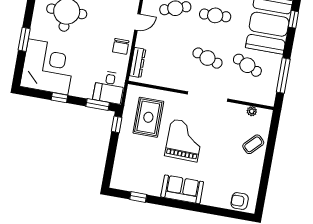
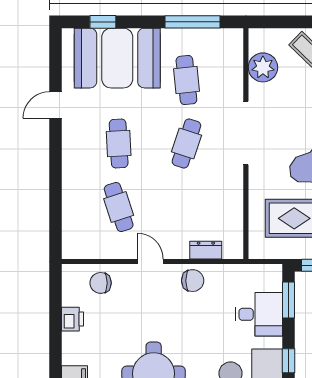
dresser: (138, 63) -> (206, 250), width x0.70
cafe table: (247, 65) -> (186, 80), turned -30
desk: (109, 87) -> (259, 314), moved
plant: (252, 111) -> (263, 67), width x1.88, depth x1.88

